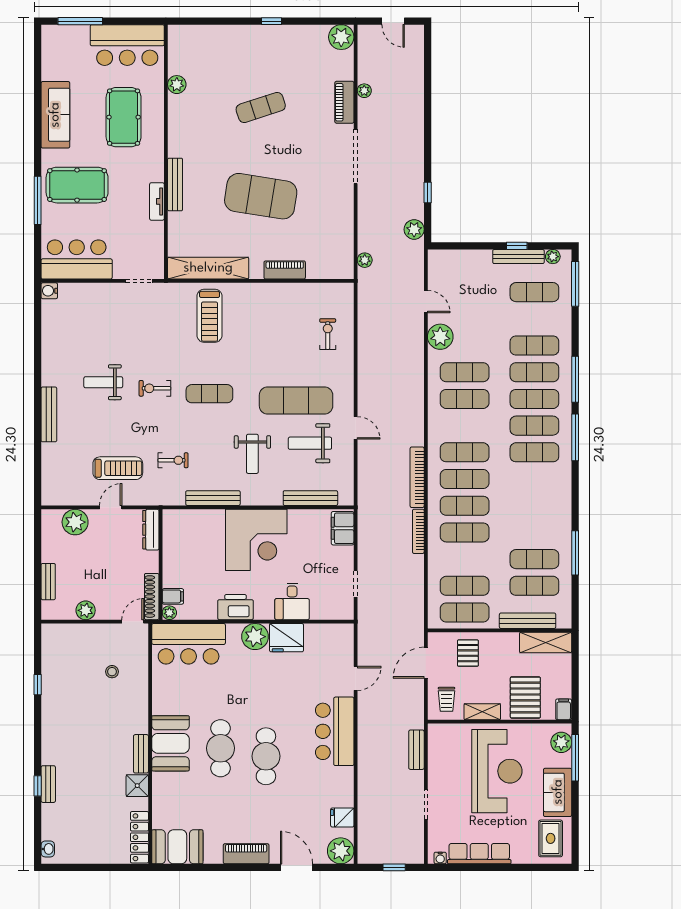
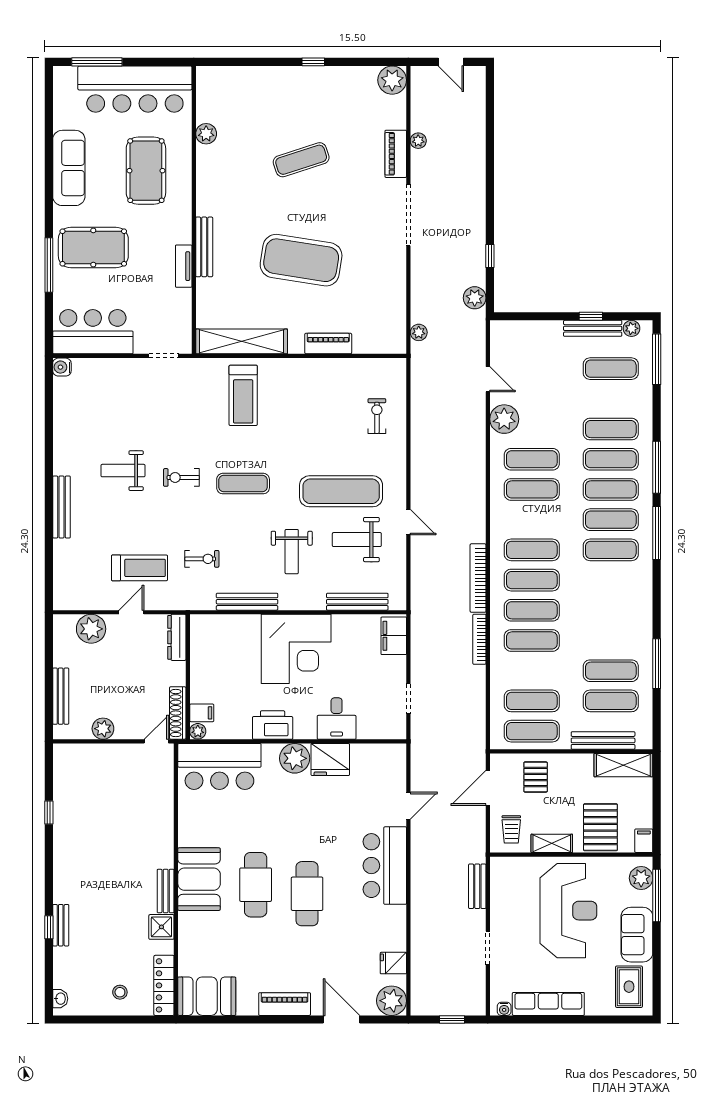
bar counter: (127, 45) -> (135, 89), width x1.36
bench: (48, 582) -> (61, 696), width x1.36
stool: (112, 672) -> (120, 992), moved

